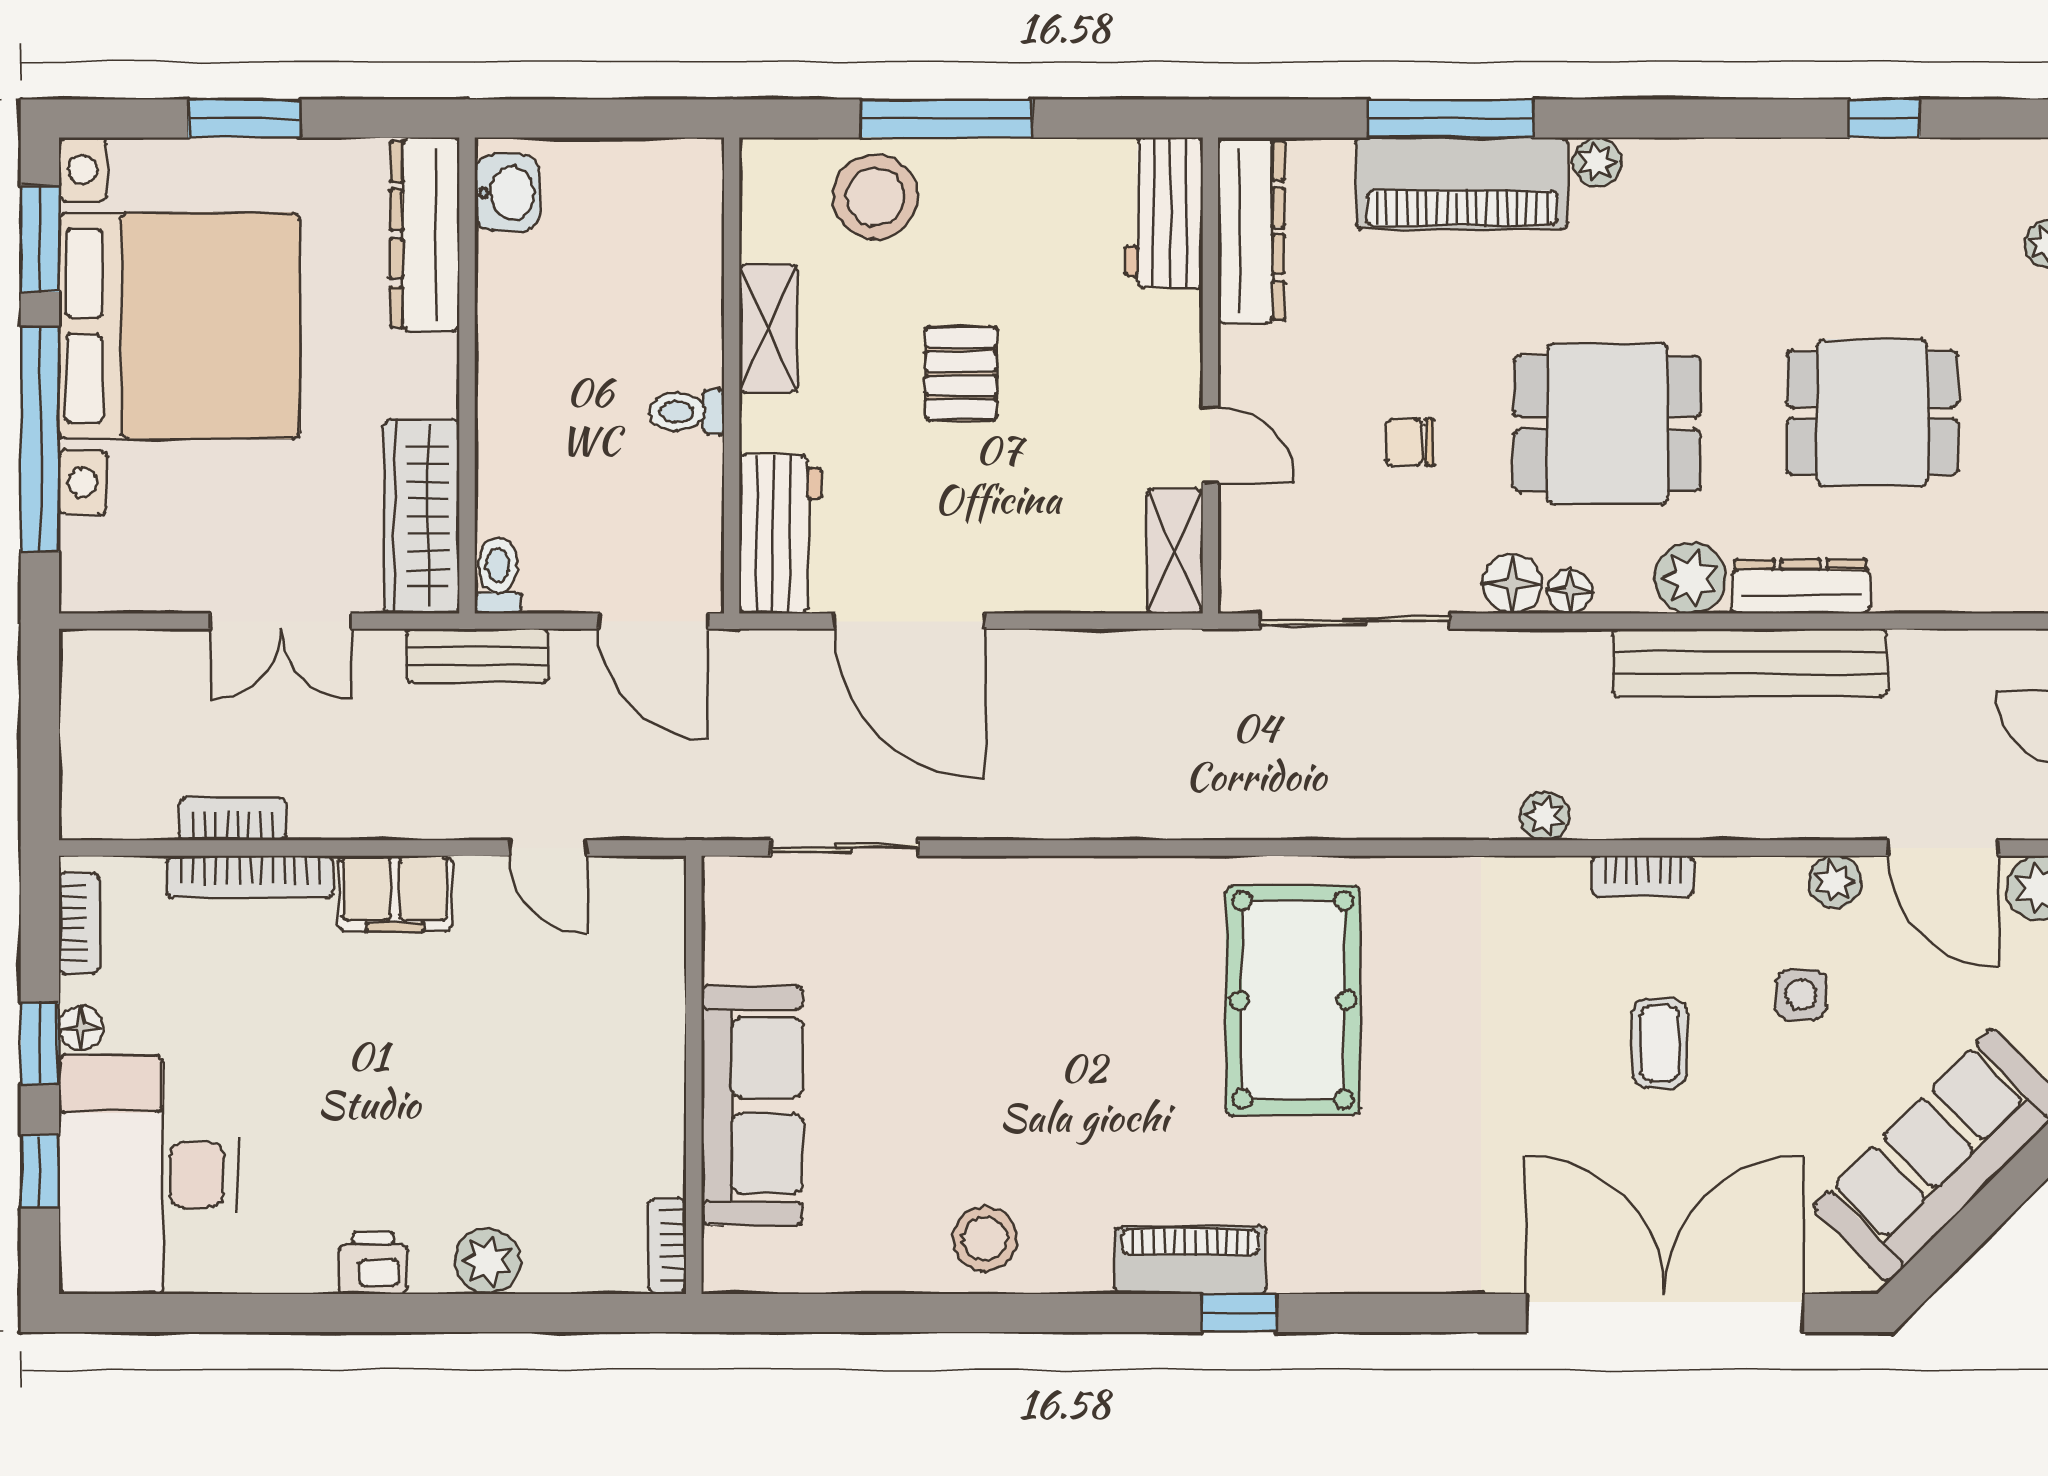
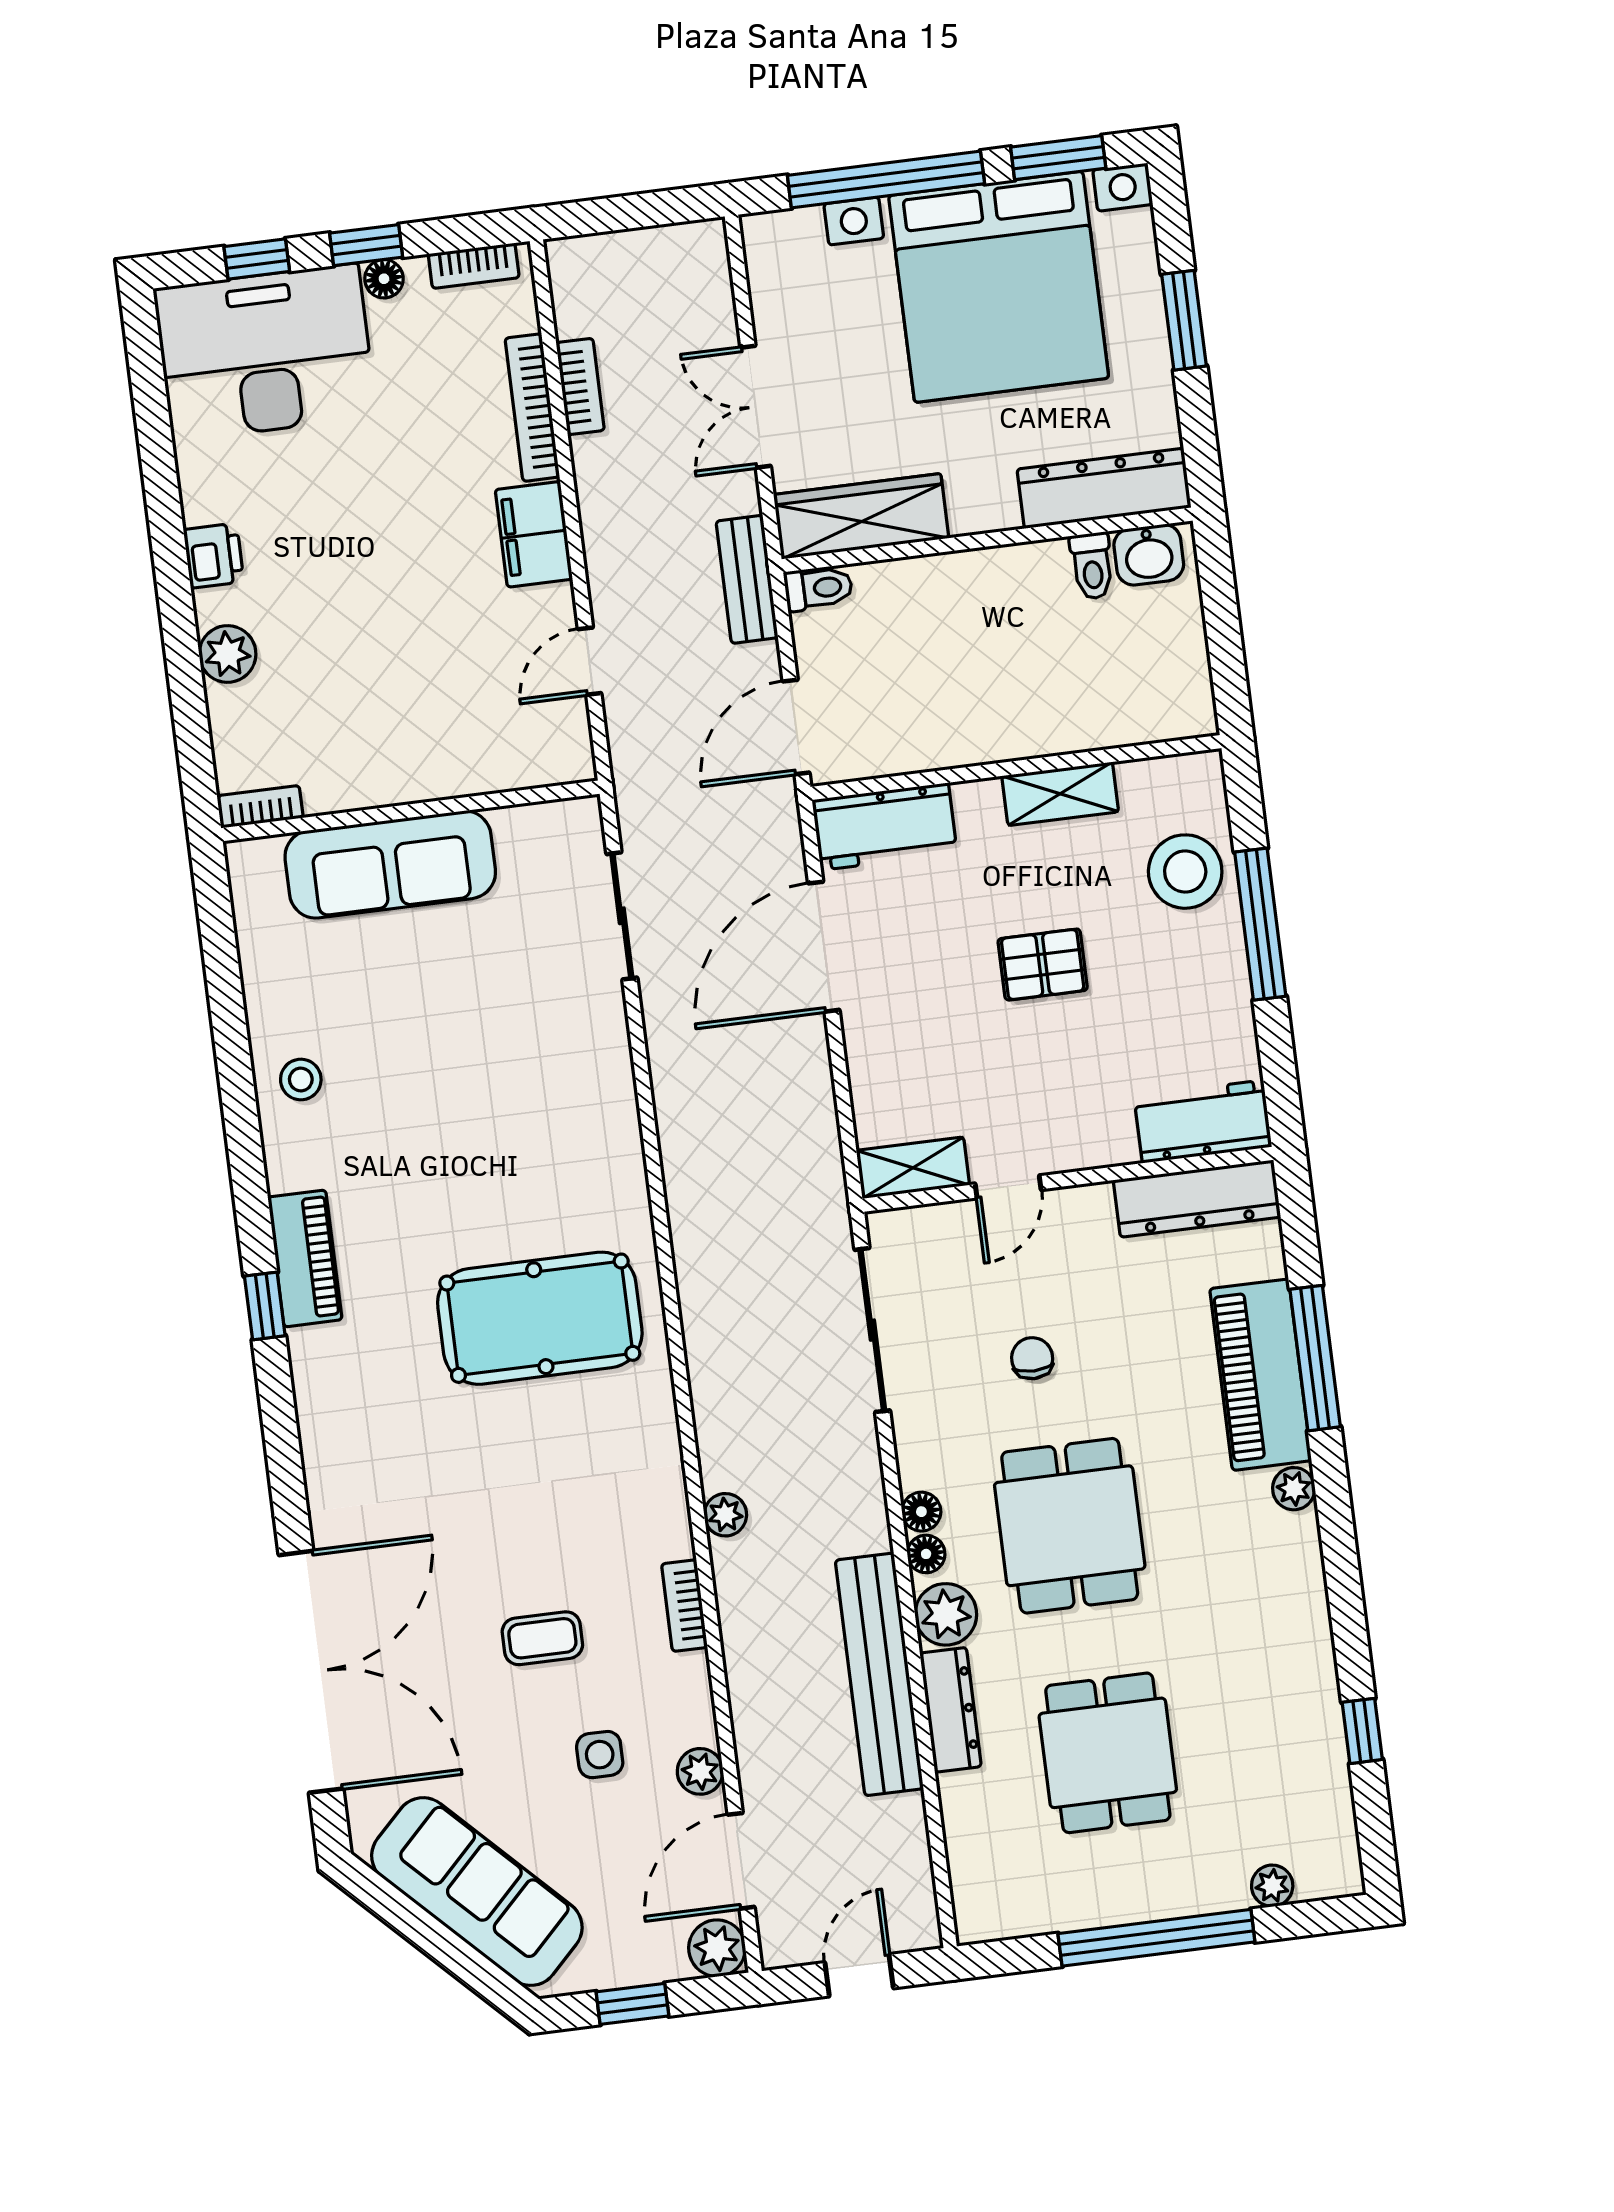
toilet: (687, 412) -> (1092, 566), moved, turned 180
floor lamp: (1512, 584) -> (926, 1554), moved, width x0.73, depth x0.73
stool: (985, 1239) -> (301, 1080), width x0.73, depth x0.73

